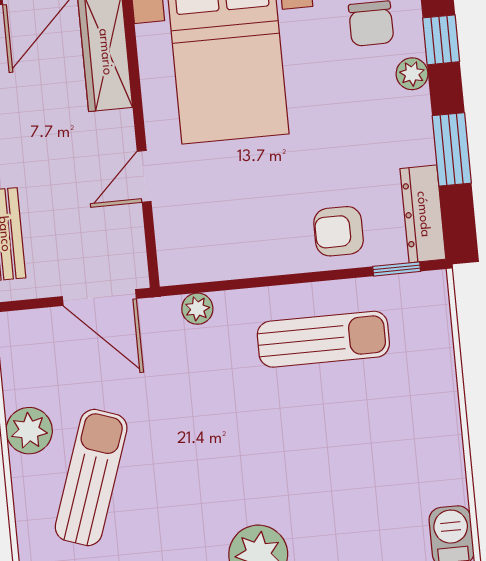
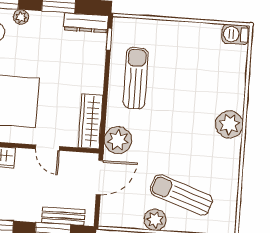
armchair: (339, 231) -> (87, 63), removed
wardrobe: (215, 259) -> (91, 121), added
plant: (197, 309) -> (118, 140), width x1.88, depth x1.88

